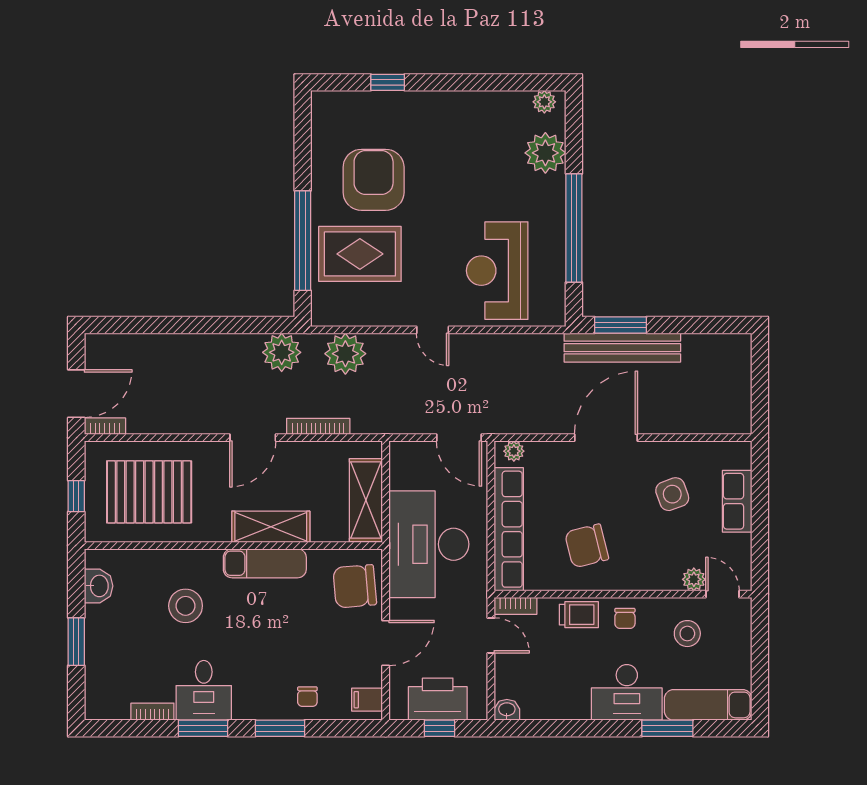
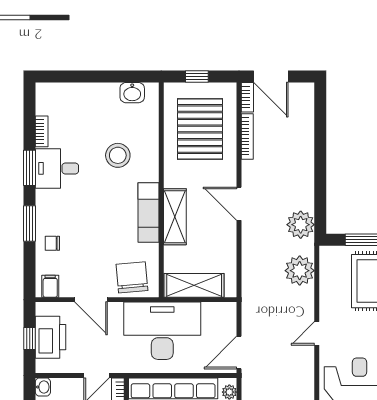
bookcase: (318, 426) -> (247, 136), moved
window: (76, 642) -> (92, 77), removed

